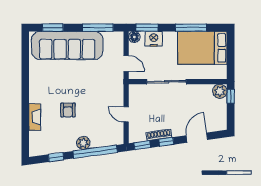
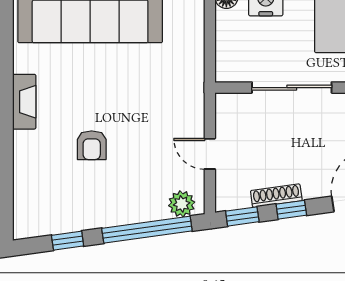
door: (126, 64) -> (210, 51), removed
fireplace: (35, 117) -> (24, 102), moved
plant: (83, 143) -> (182, 204), moved

